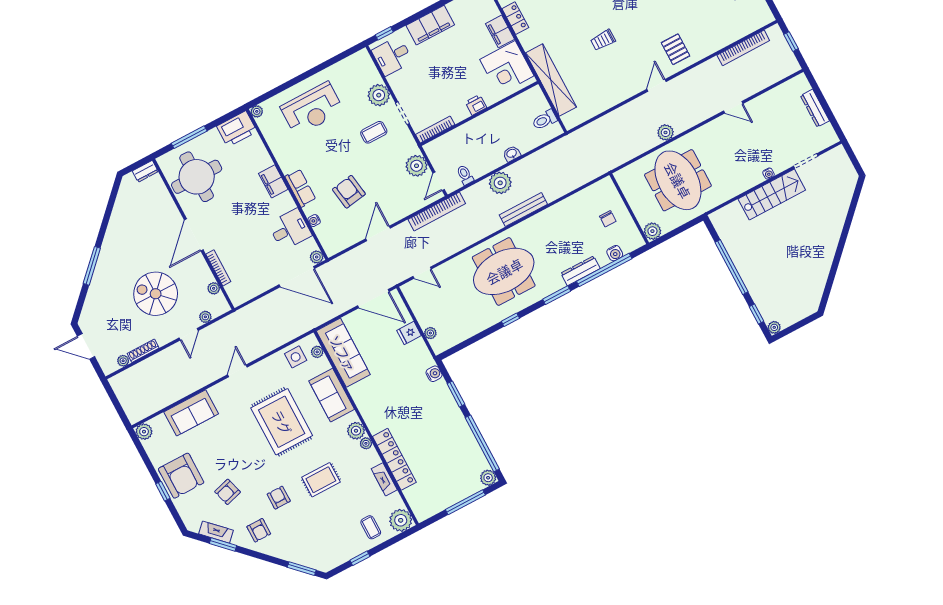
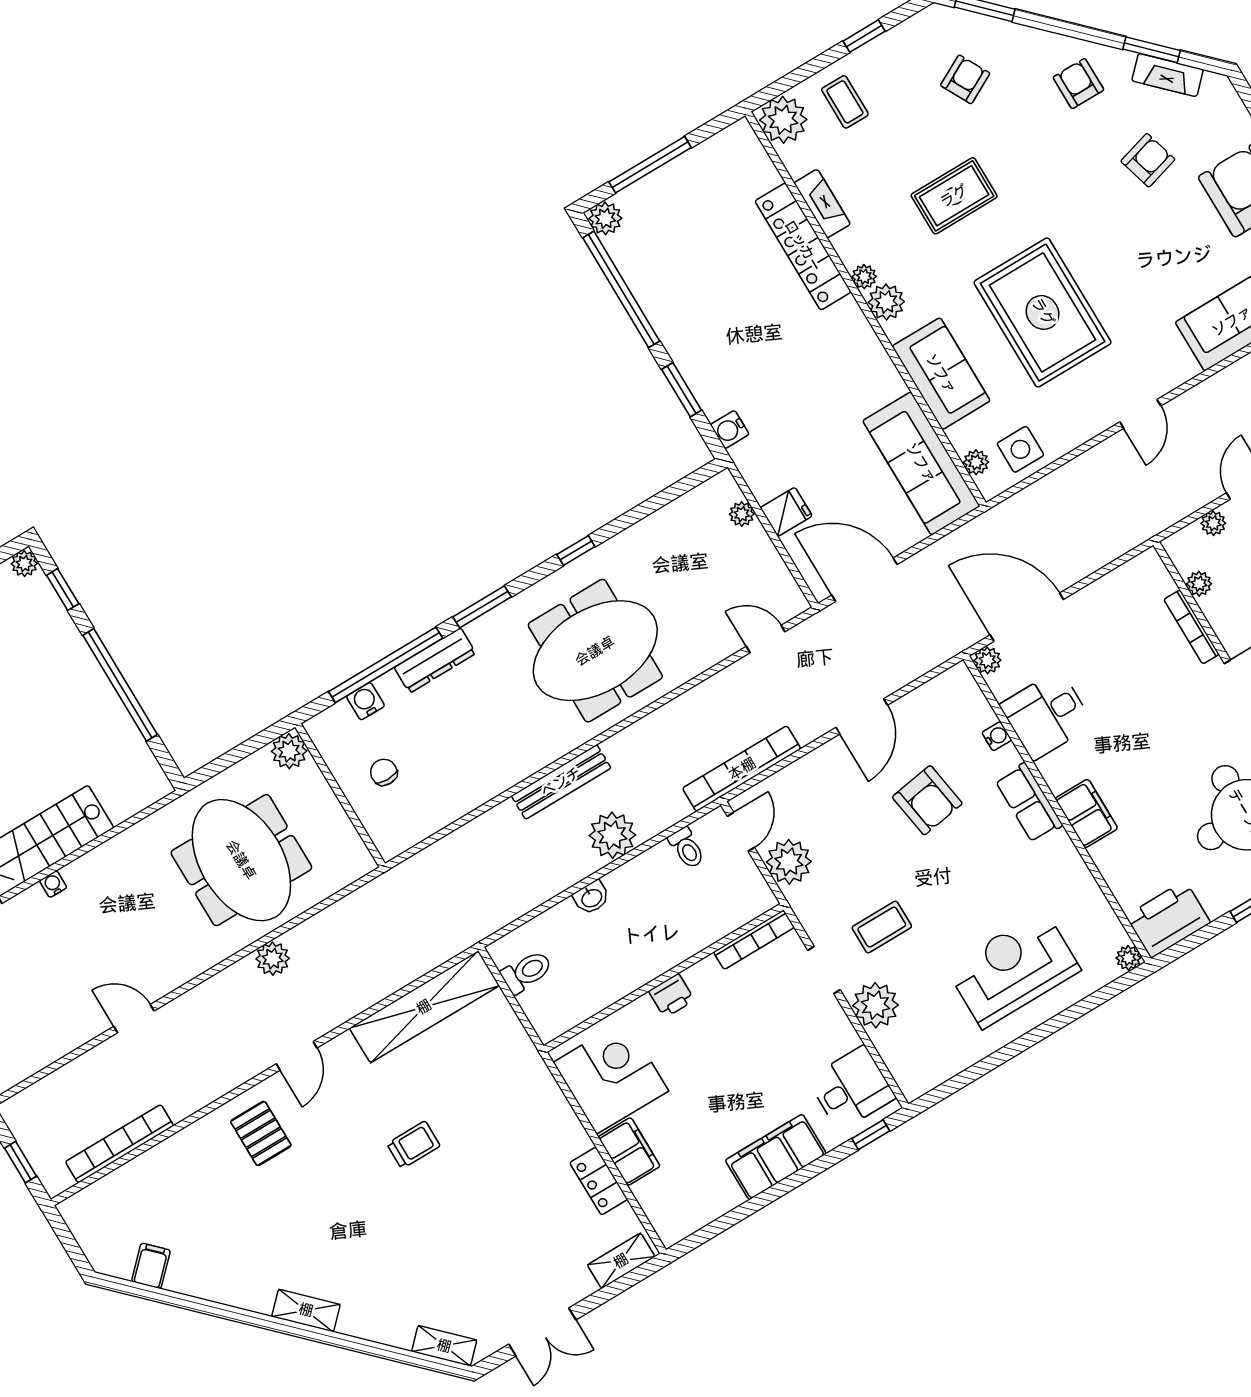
shelving: (551, 80) -> (424, 1007), moved, turned 90
armchair: (279, 498) -> (965, 79), moved, turned -118

